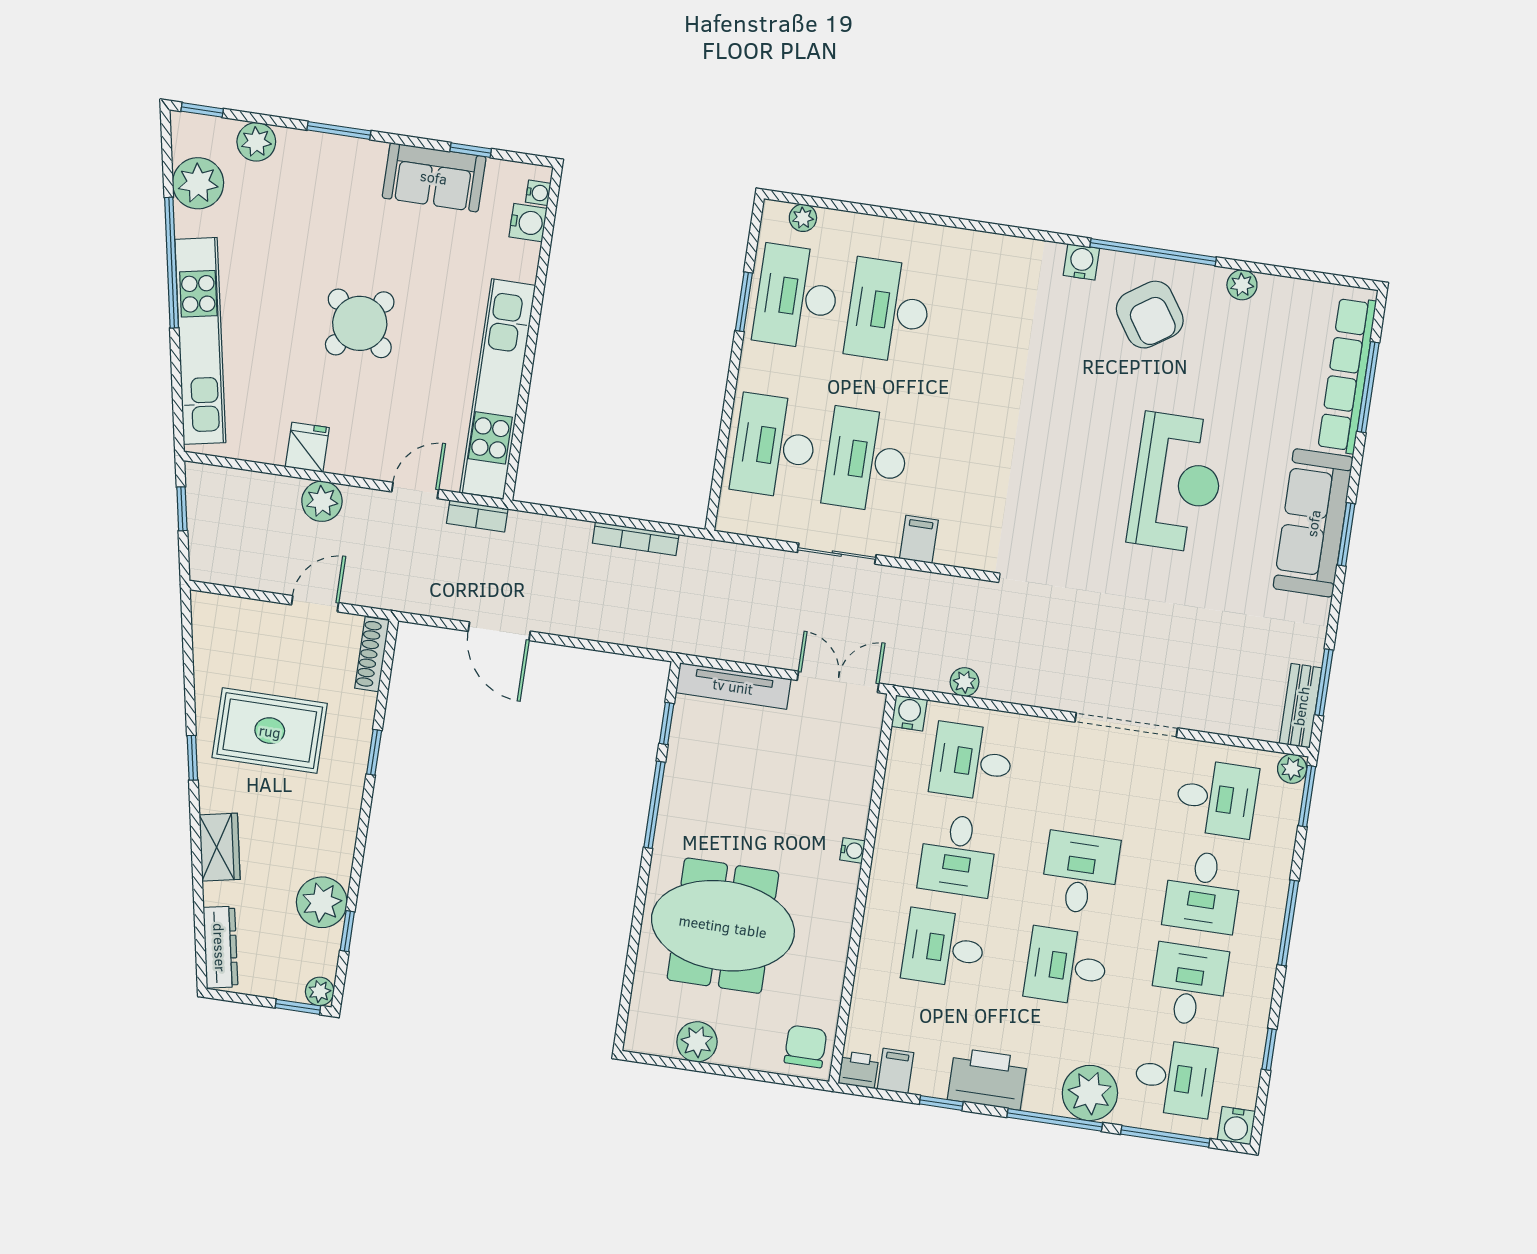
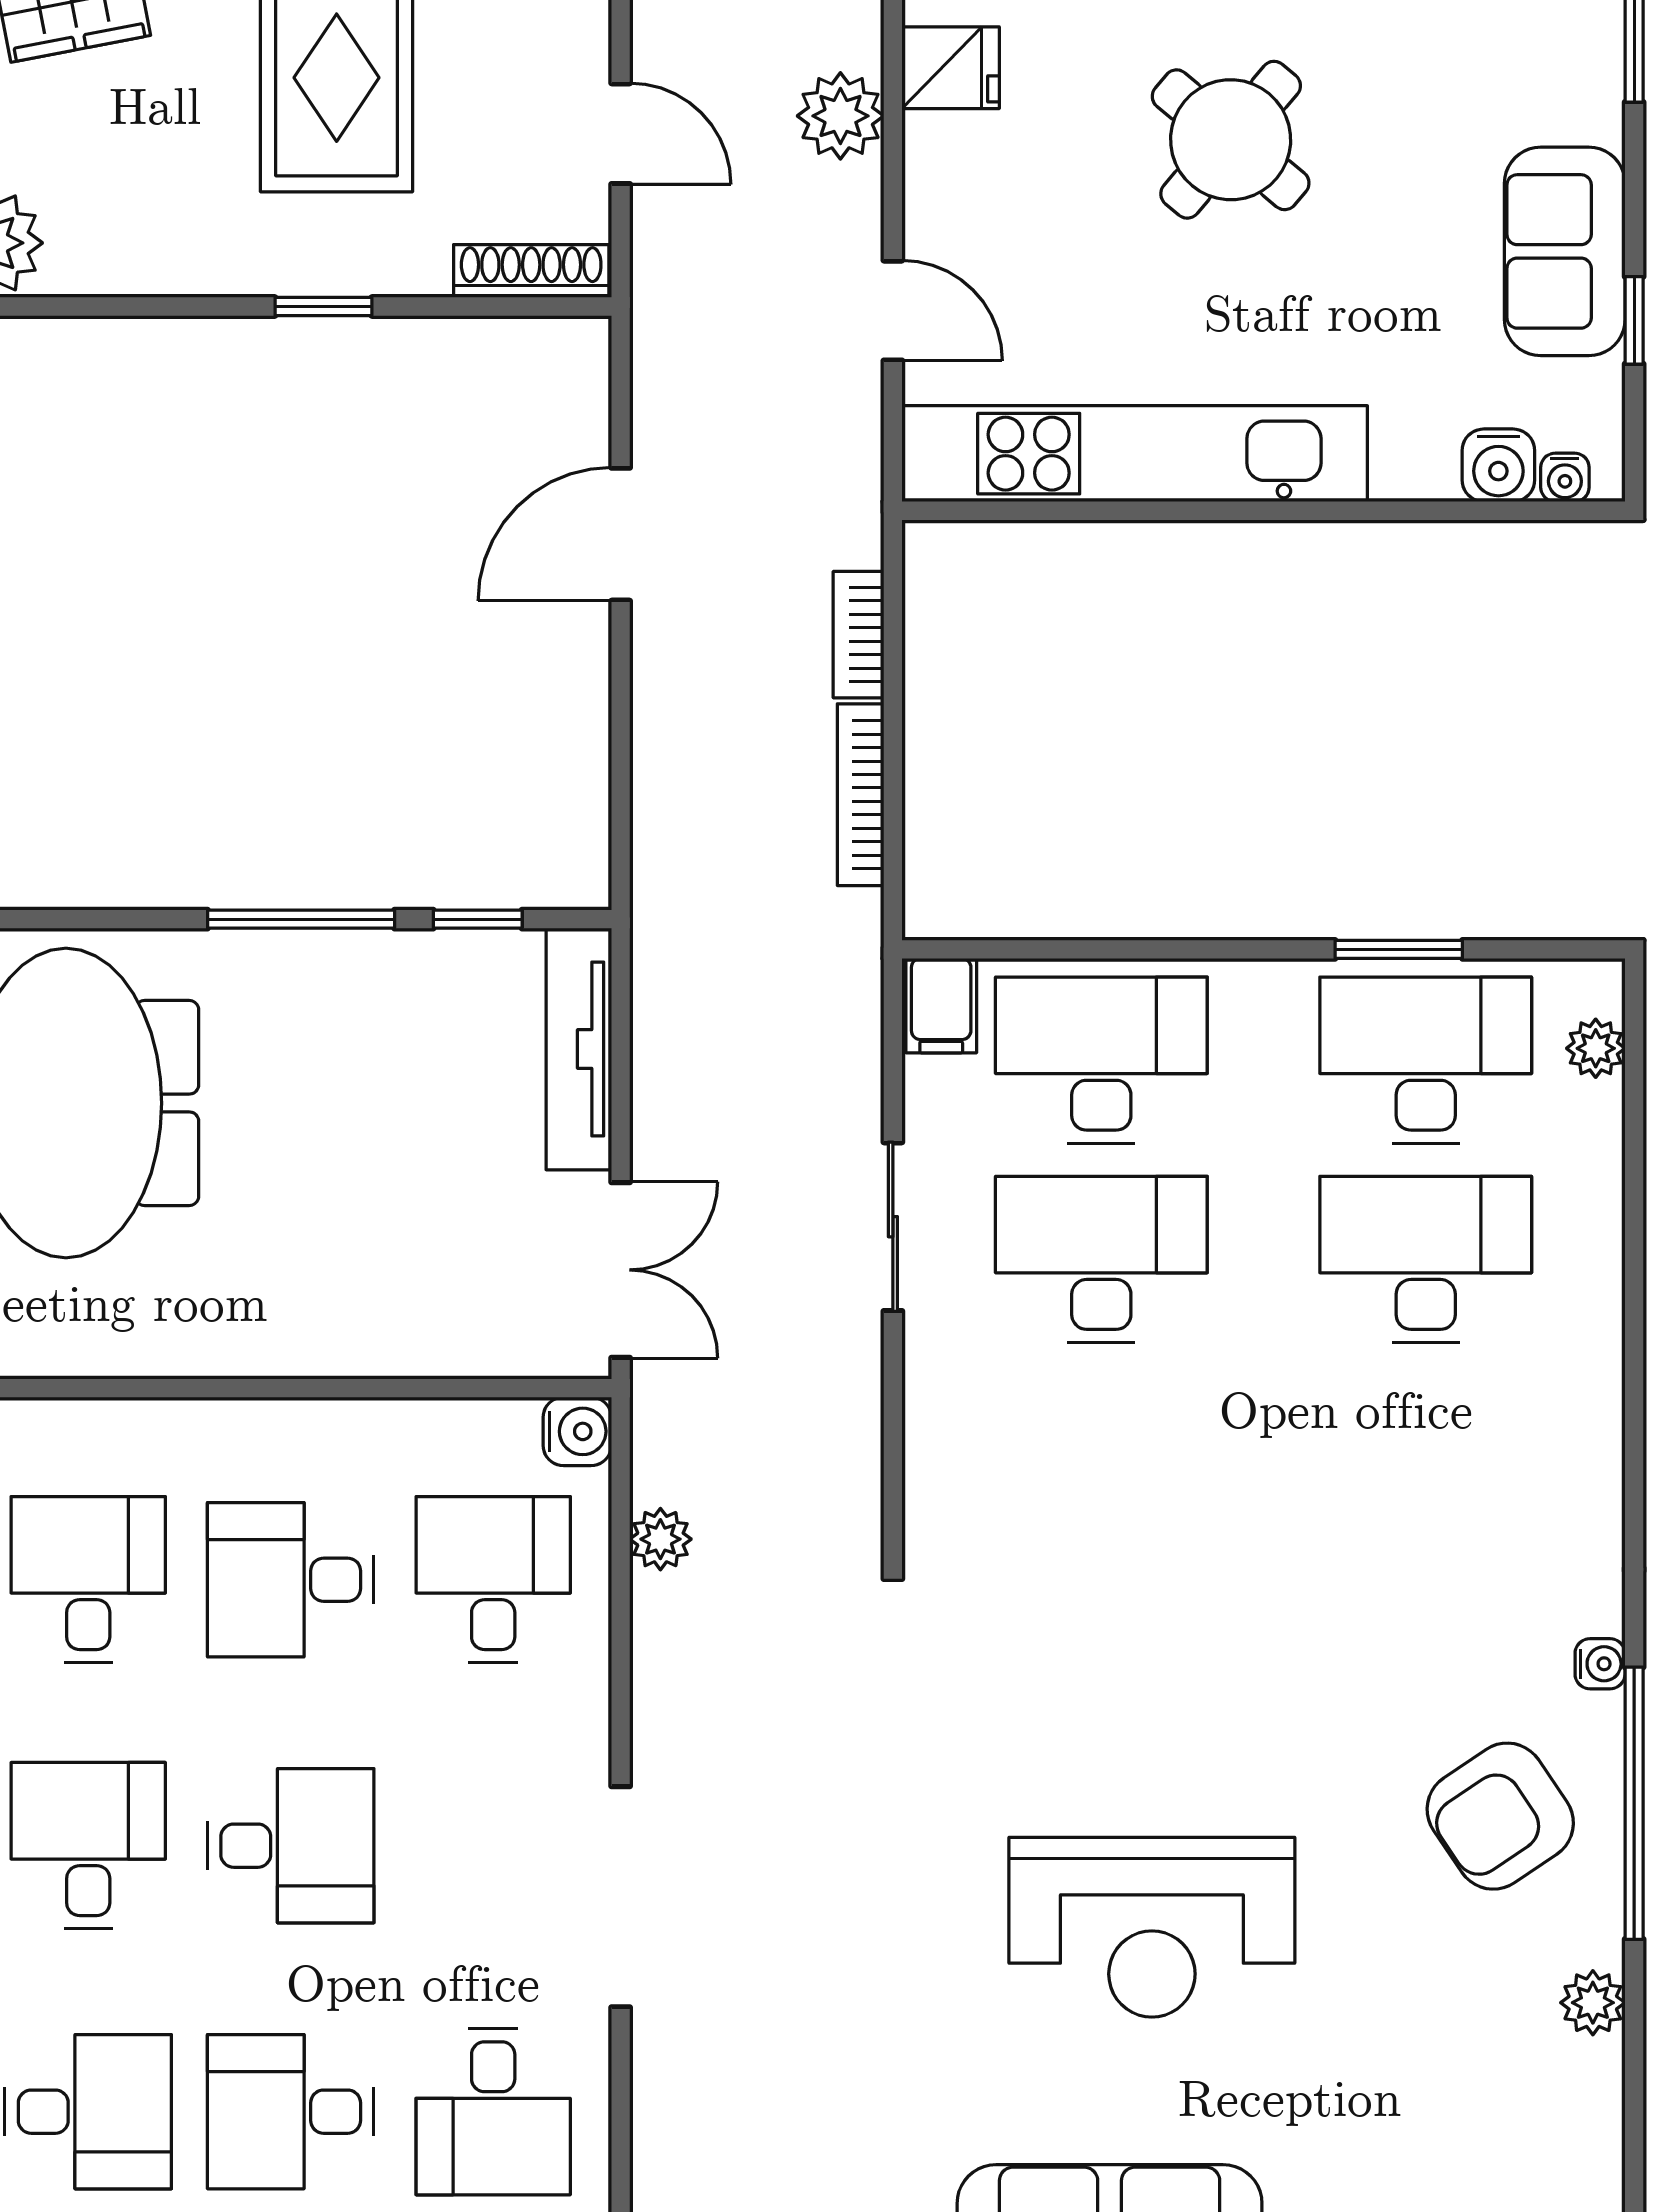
water cooler: (1081, 262) -> (1600, 1664), width x0.72, depth x0.72
bookcase: (477, 516) -> (859, 635), moved
filing cabinet: (919, 539) -> (941, 1006), moved, turned 90
water cooler: (853, 850) -> (267, 1355), removed

